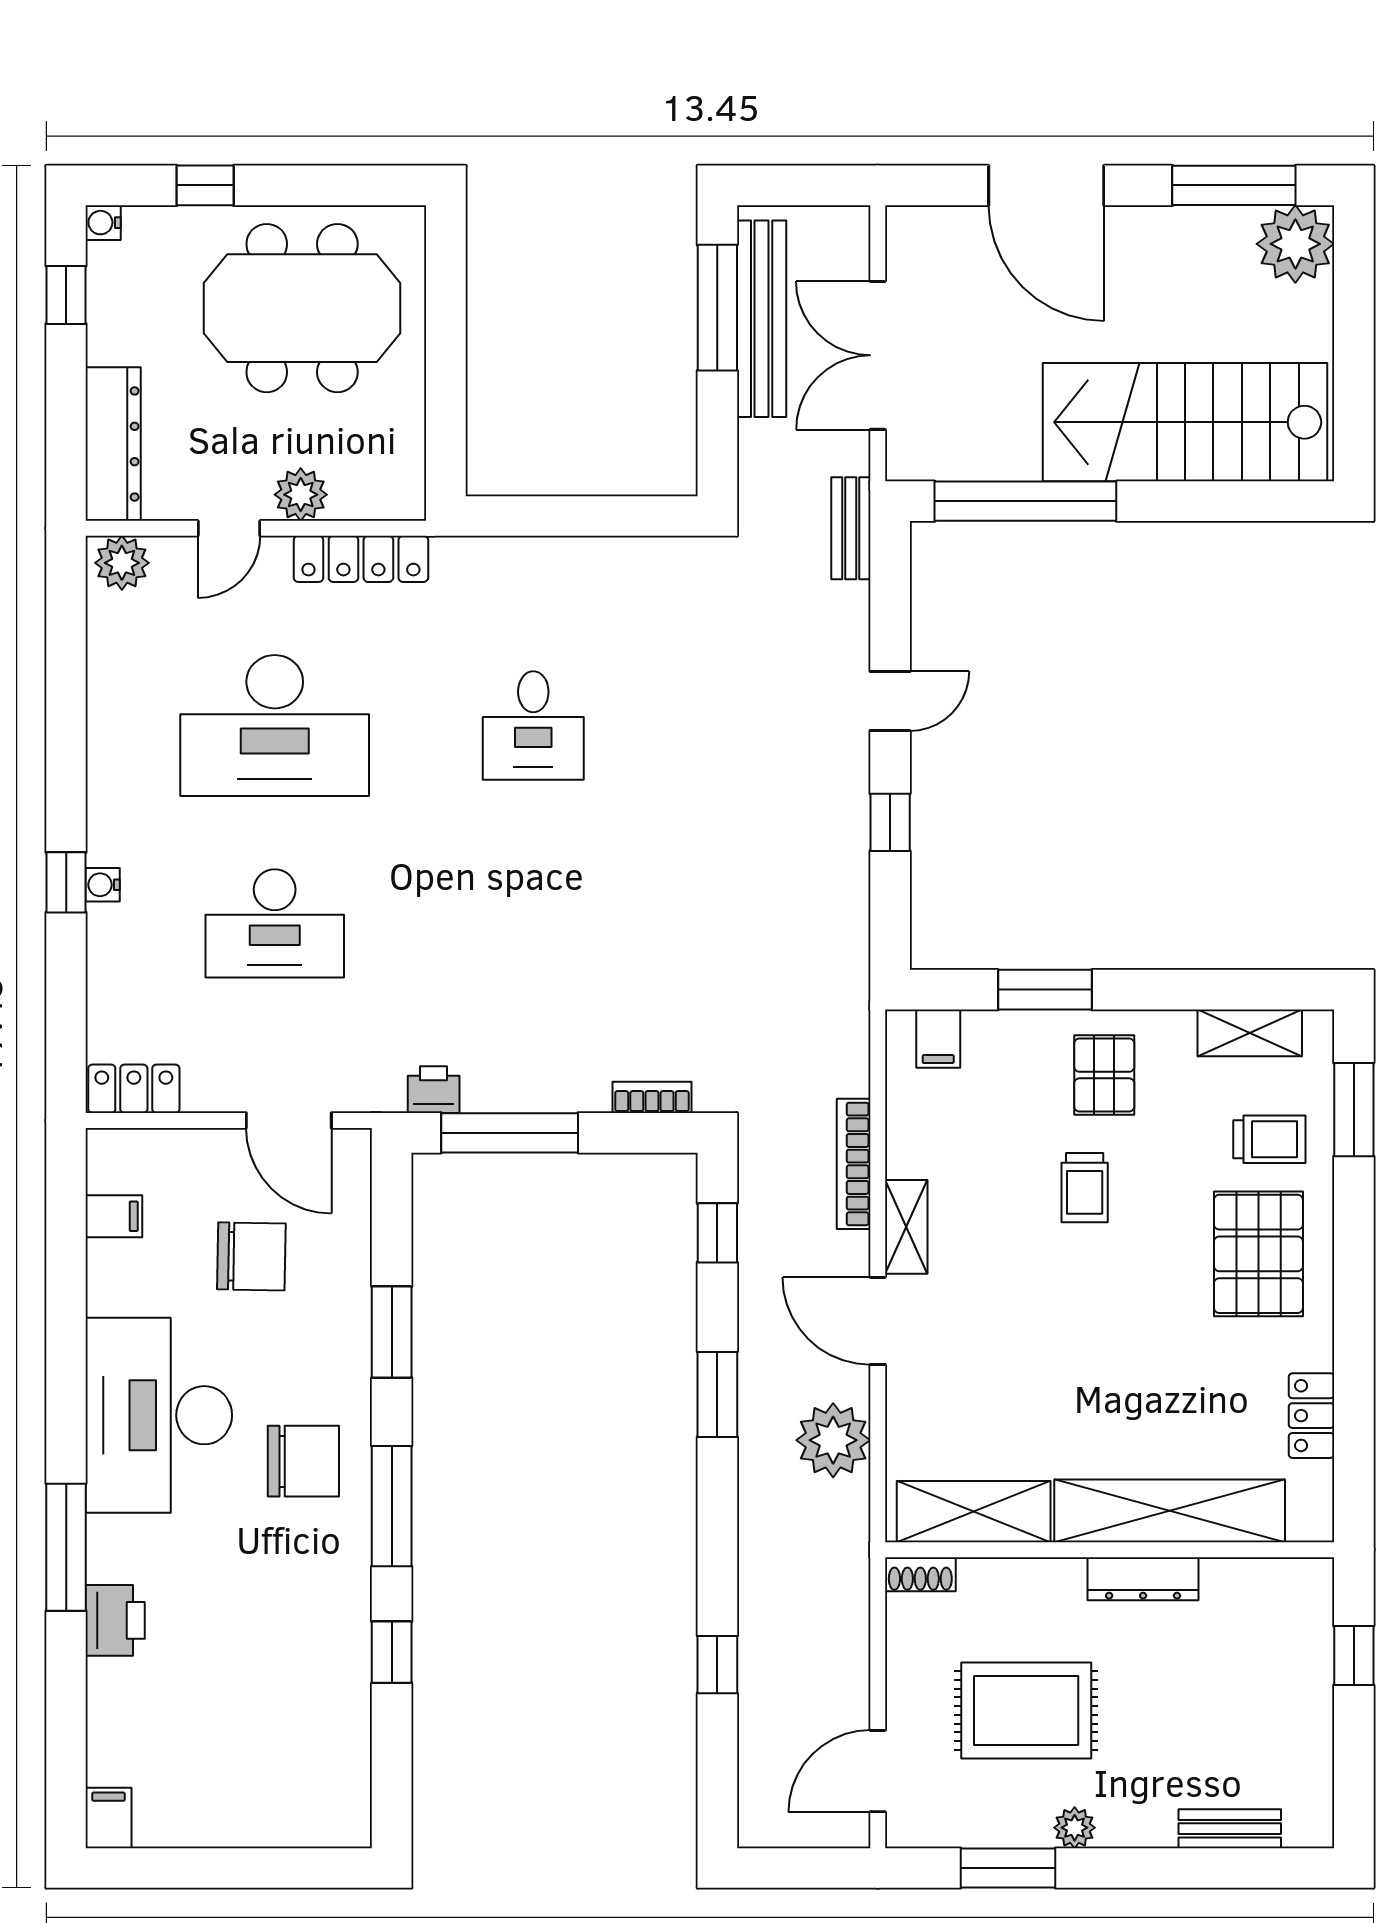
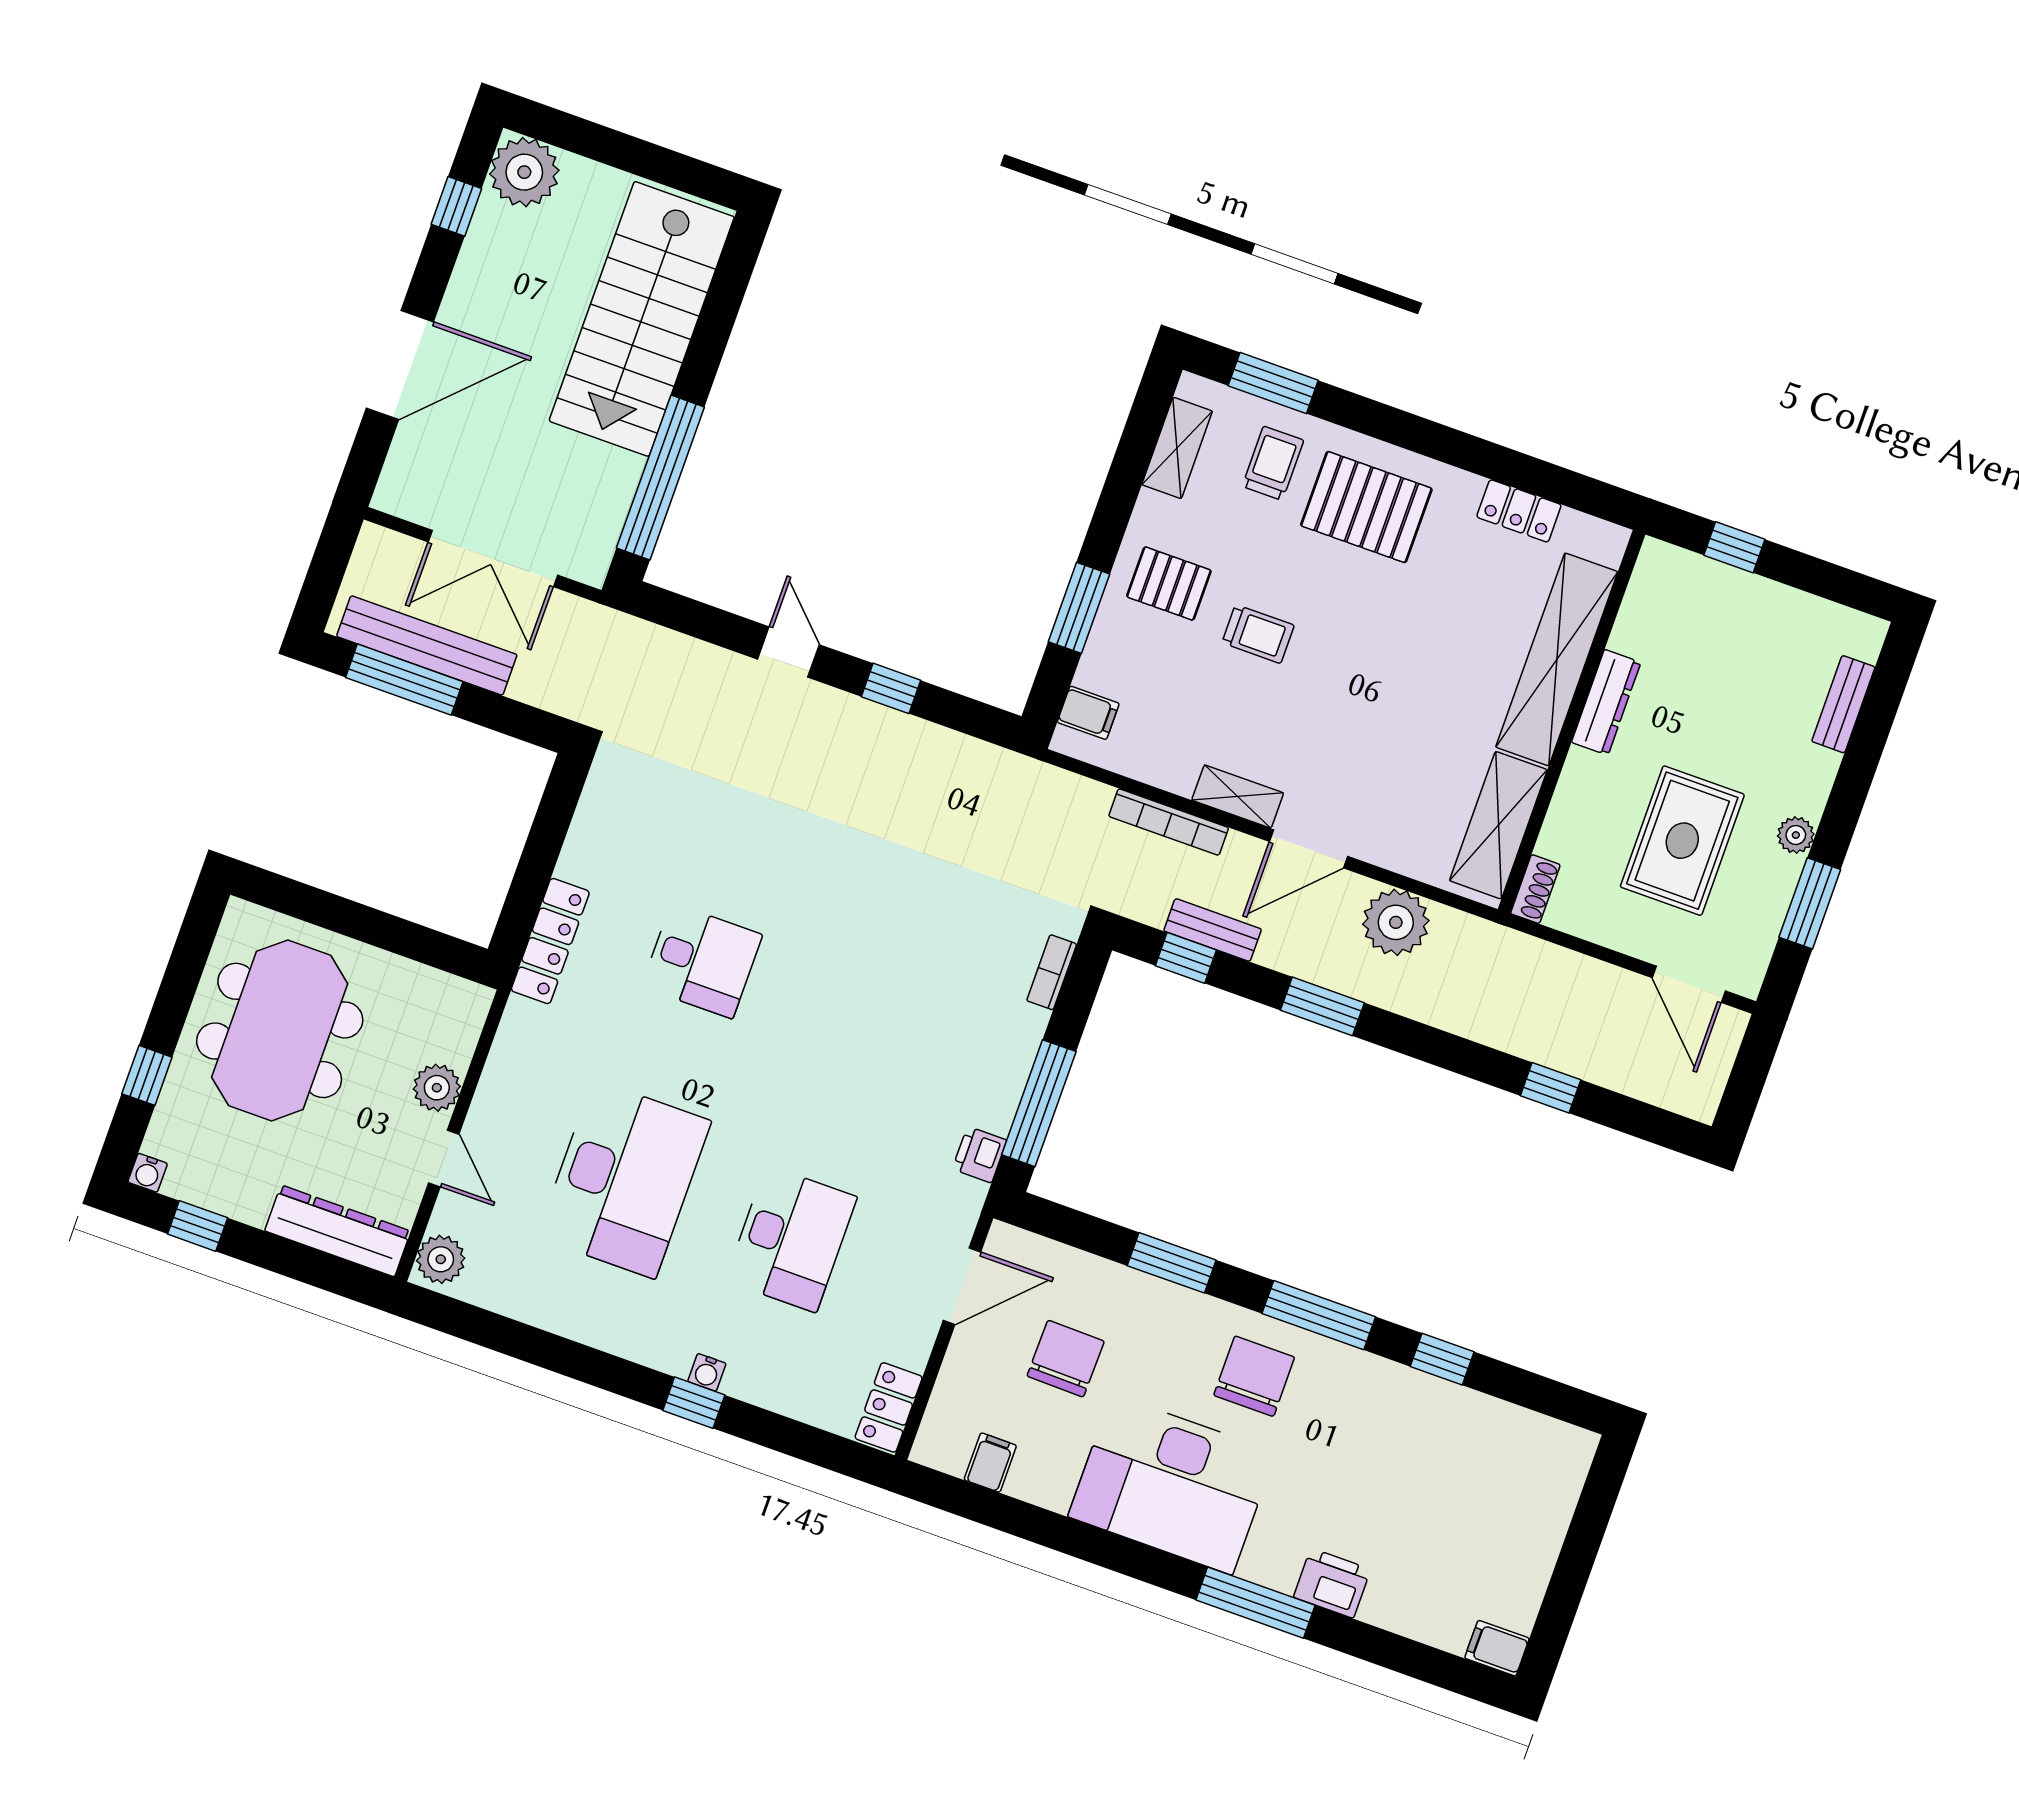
window: (1234, 185) -> (456, 206), width x0.46
bench: (851, 528) -> (1213, 930), moved
locker: (361, 559) -> (550, 941), moved

